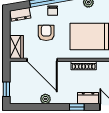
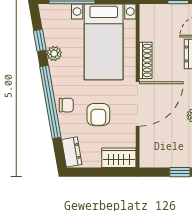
armchair: (46, 33) -> (98, 115), turned -90
door: (42, 60) -> (138, 104), moved

